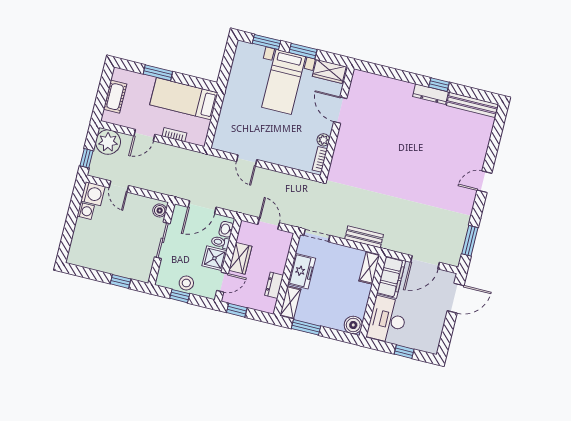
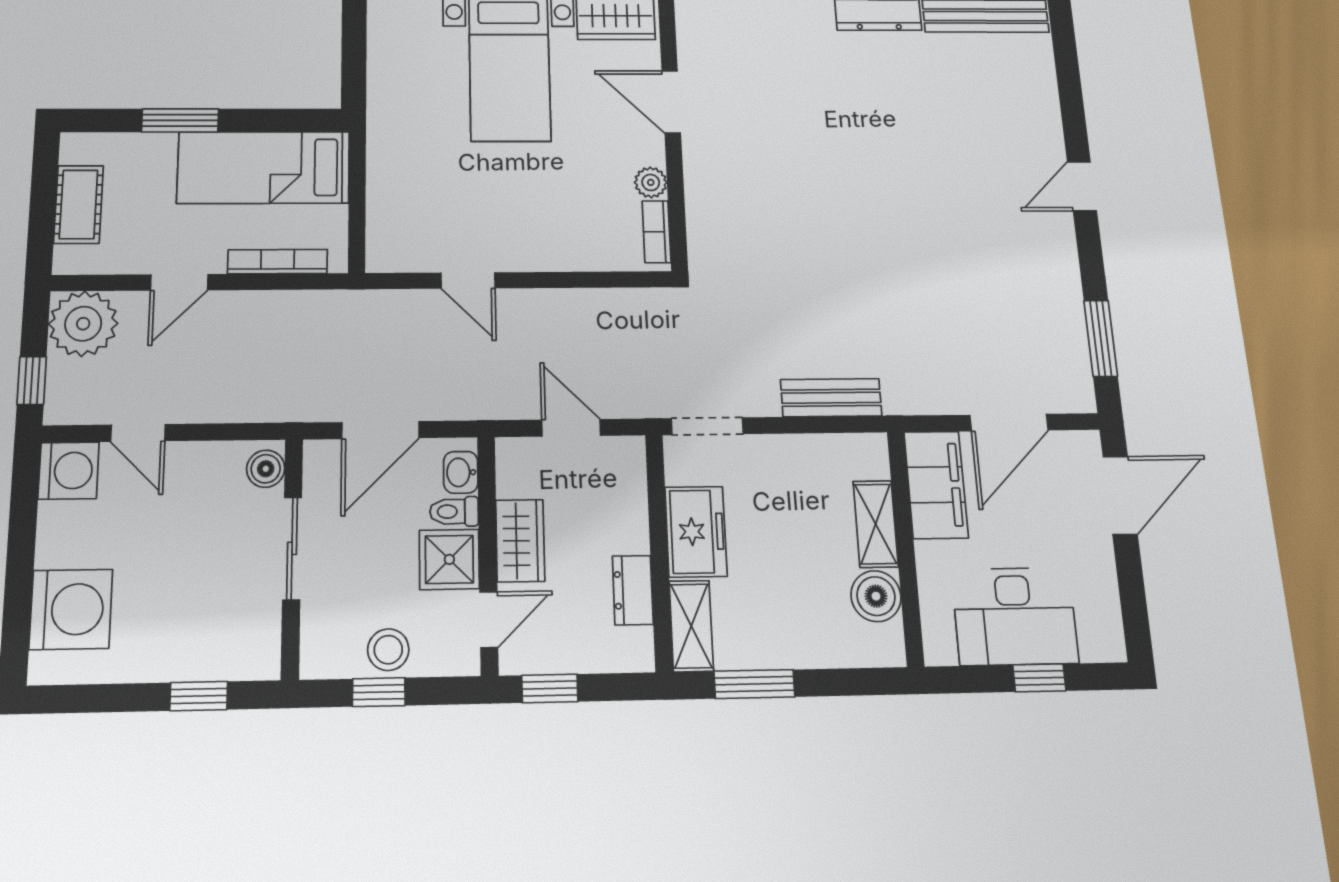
bookcase: (174, 135) -> (278, 262), width x1.56
washing machine: (86, 211) -> (71, 609), moved, width x1.89, depth x1.89
shelving: (369, 268) -> (876, 524), moved
desk: (388, 320) -> (1015, 616), moved, turned -90
boiler: (353, 325) -> (876, 596), moved

